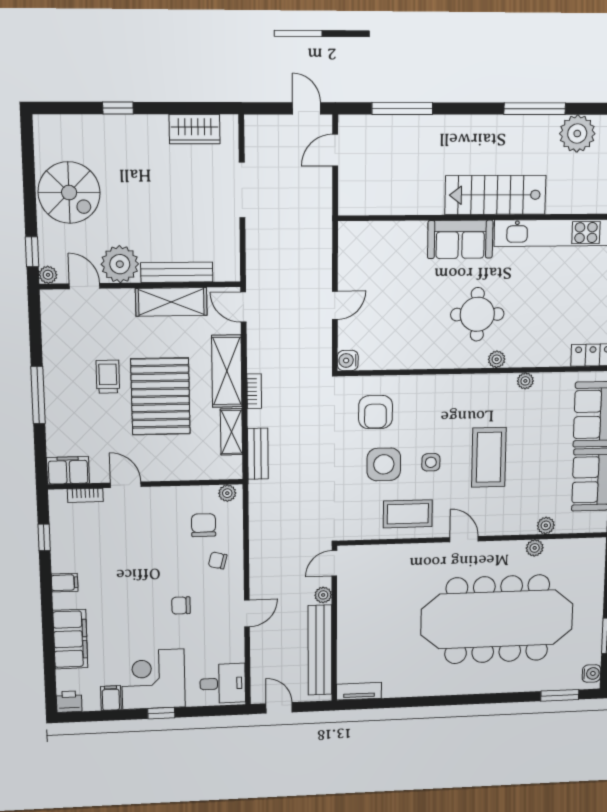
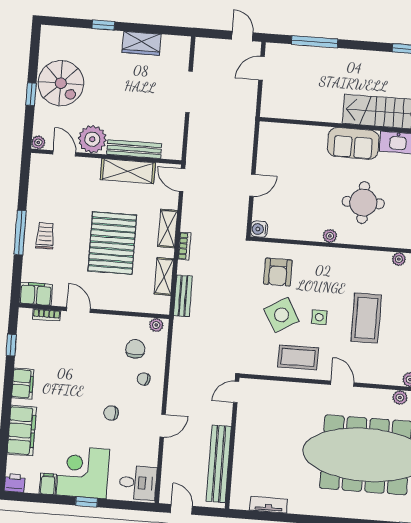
wardrobe: (195, 129) -> (142, 43), moved
window: (32, 252) -> (31, 94), moved
plant: (497, 359) -> (330, 236), moved
shelving: (227, 371) -> (168, 229), width x0.67, depth x0.75
trolley: (108, 377) -> (45, 236), moved
side table: (384, 464) -> (282, 315), turned -30
filing cabinet: (65, 583) -> (23, 384), width x2.00
plant: (323, 595) -> (225, 417), removed
tv unit: (359, 691) -> (269, 505), moved

